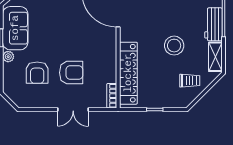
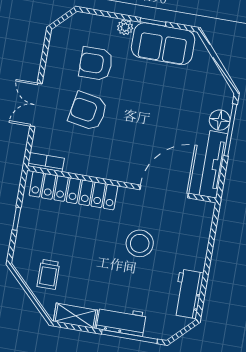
stool: (174, 46) -> (140, 243), moved
armchair: (71, 73) -> (88, 111), turned 100

